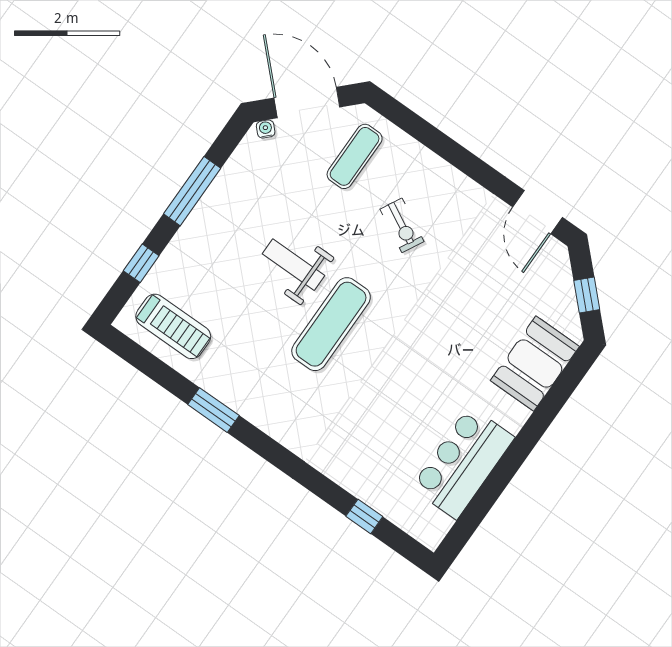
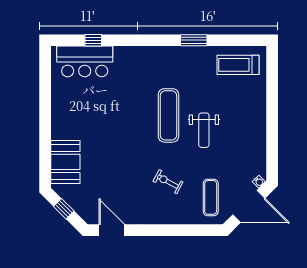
window: (192, 191) -> (272, 131), removed
window: (141, 263) -> (272, 83), removed
weight bench: (294, 265) -> (204, 130), turned 90
bar counter: (463, 463) -> (85, 61), moved, turned 90

